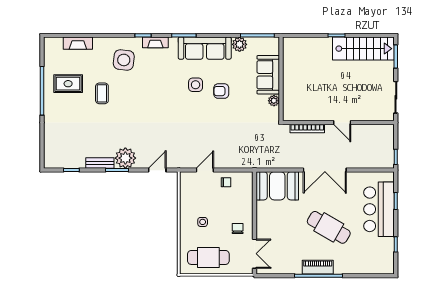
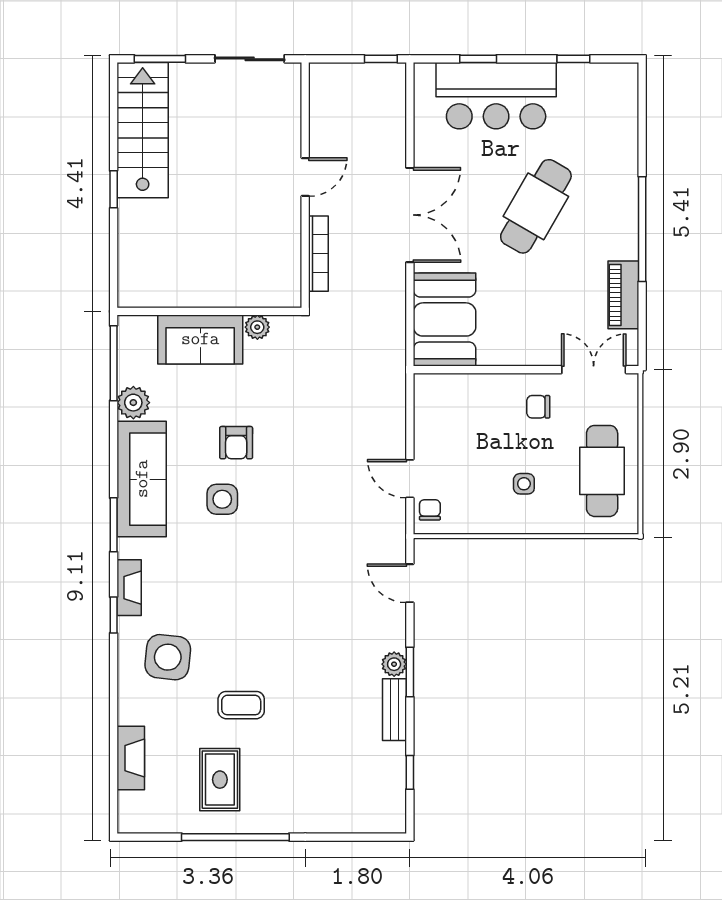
plant: (125, 158) -> (394, 664), width x0.53, depth x0.53
chair: (226, 182) -> (430, 510), moved
piano: (318, 267) -> (623, 295), moved

